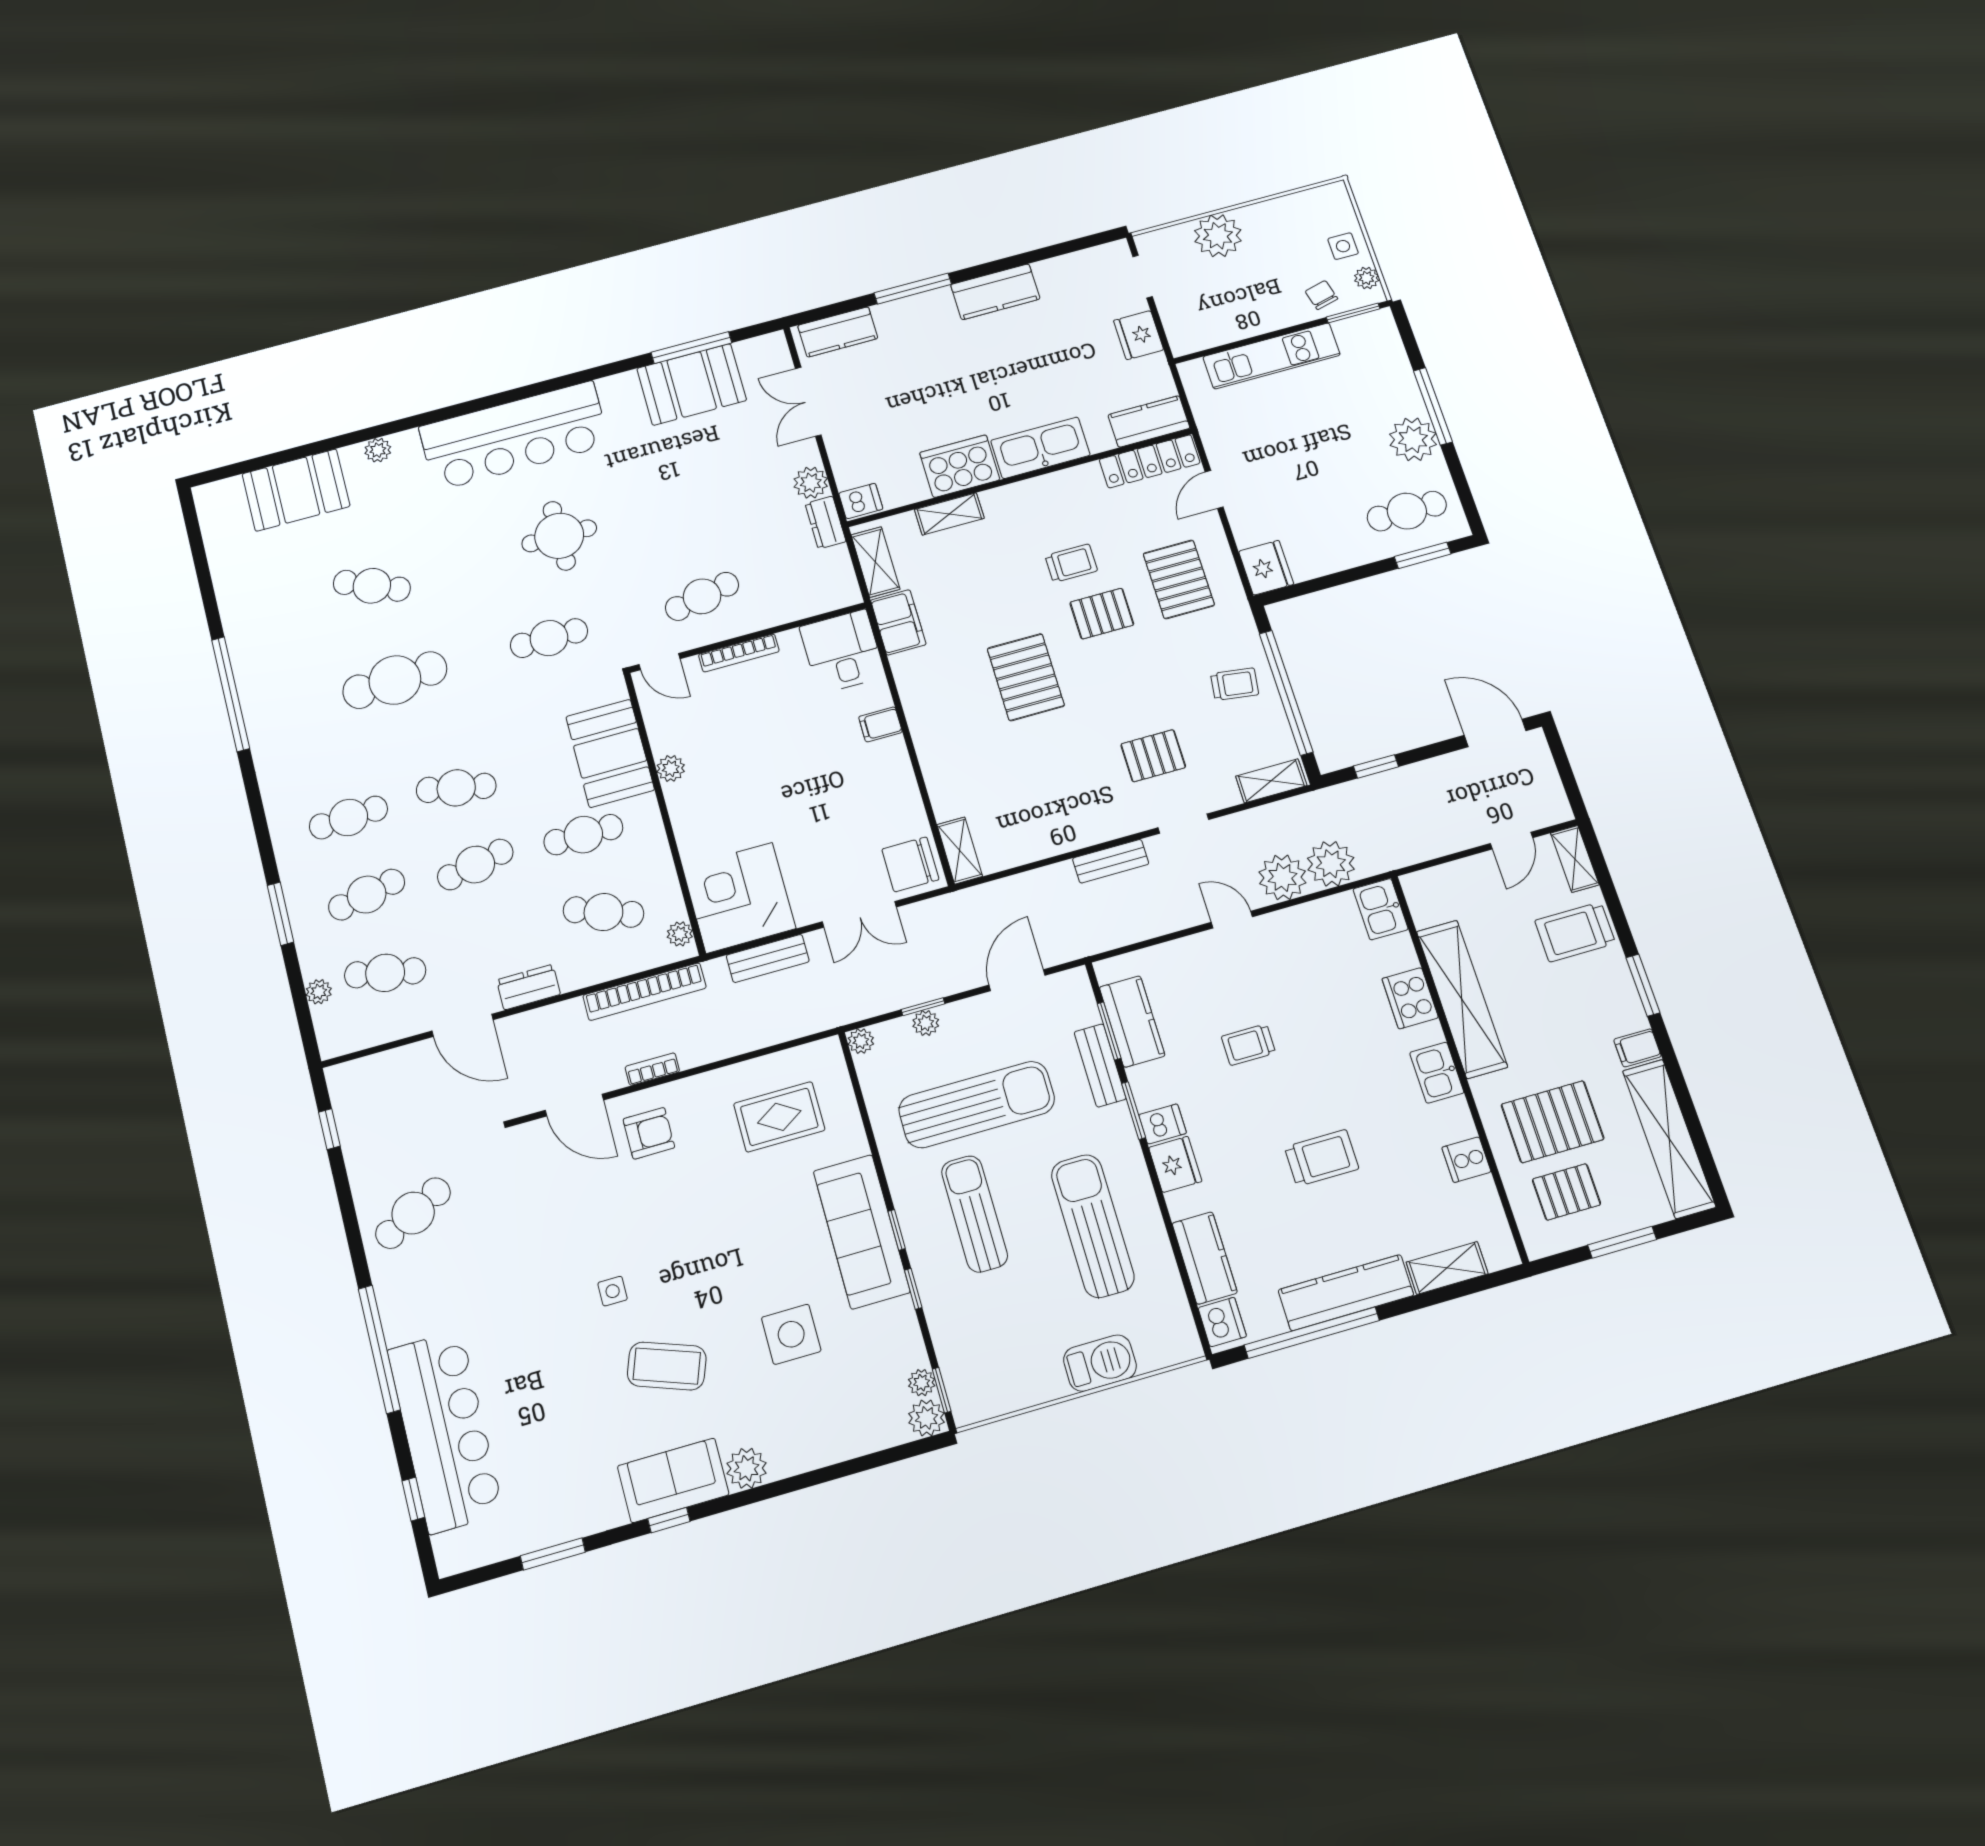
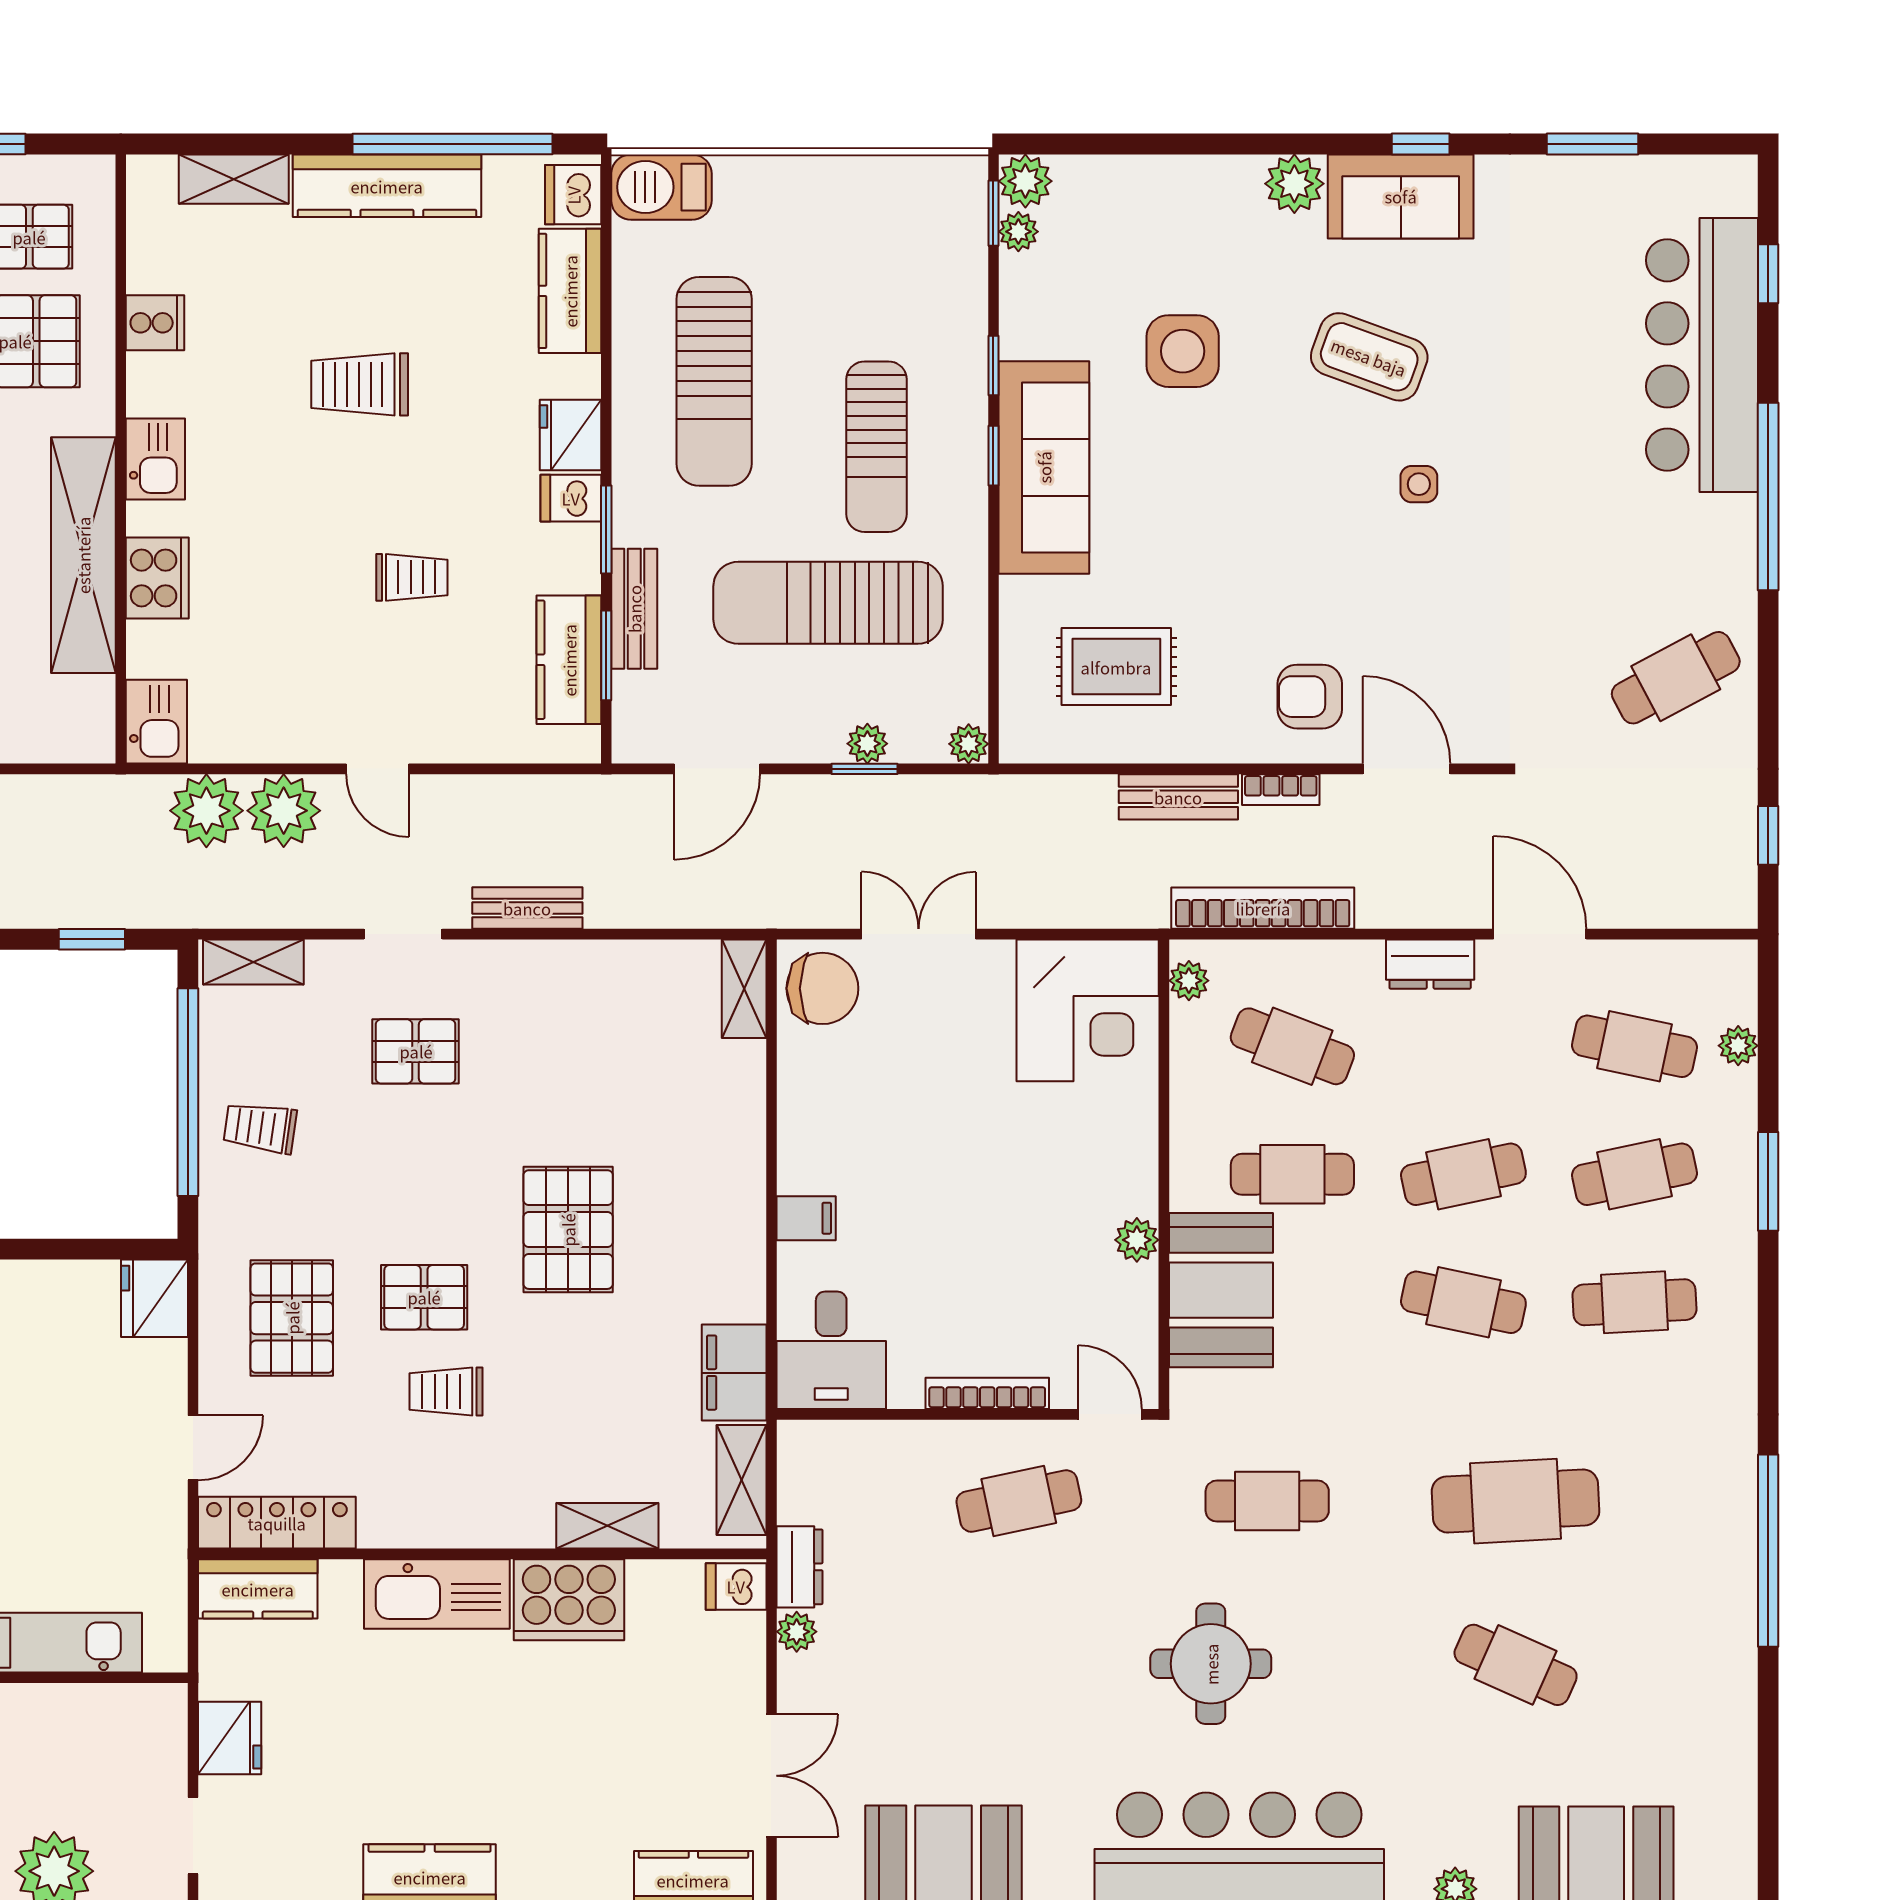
plant: (811, 483) -> (797, 1632), width x0.73, depth x0.73
bench: (768, 958) -> (1178, 797), moved
barbecue: (1100, 1363) -> (661, 187), moved

